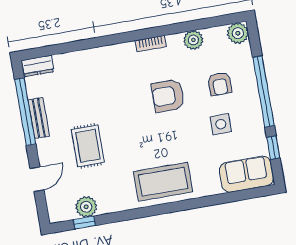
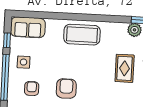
armchair: (168, 96) -> (66, 89), turned -90
side table: (221, 124) -> (24, 62), moved

